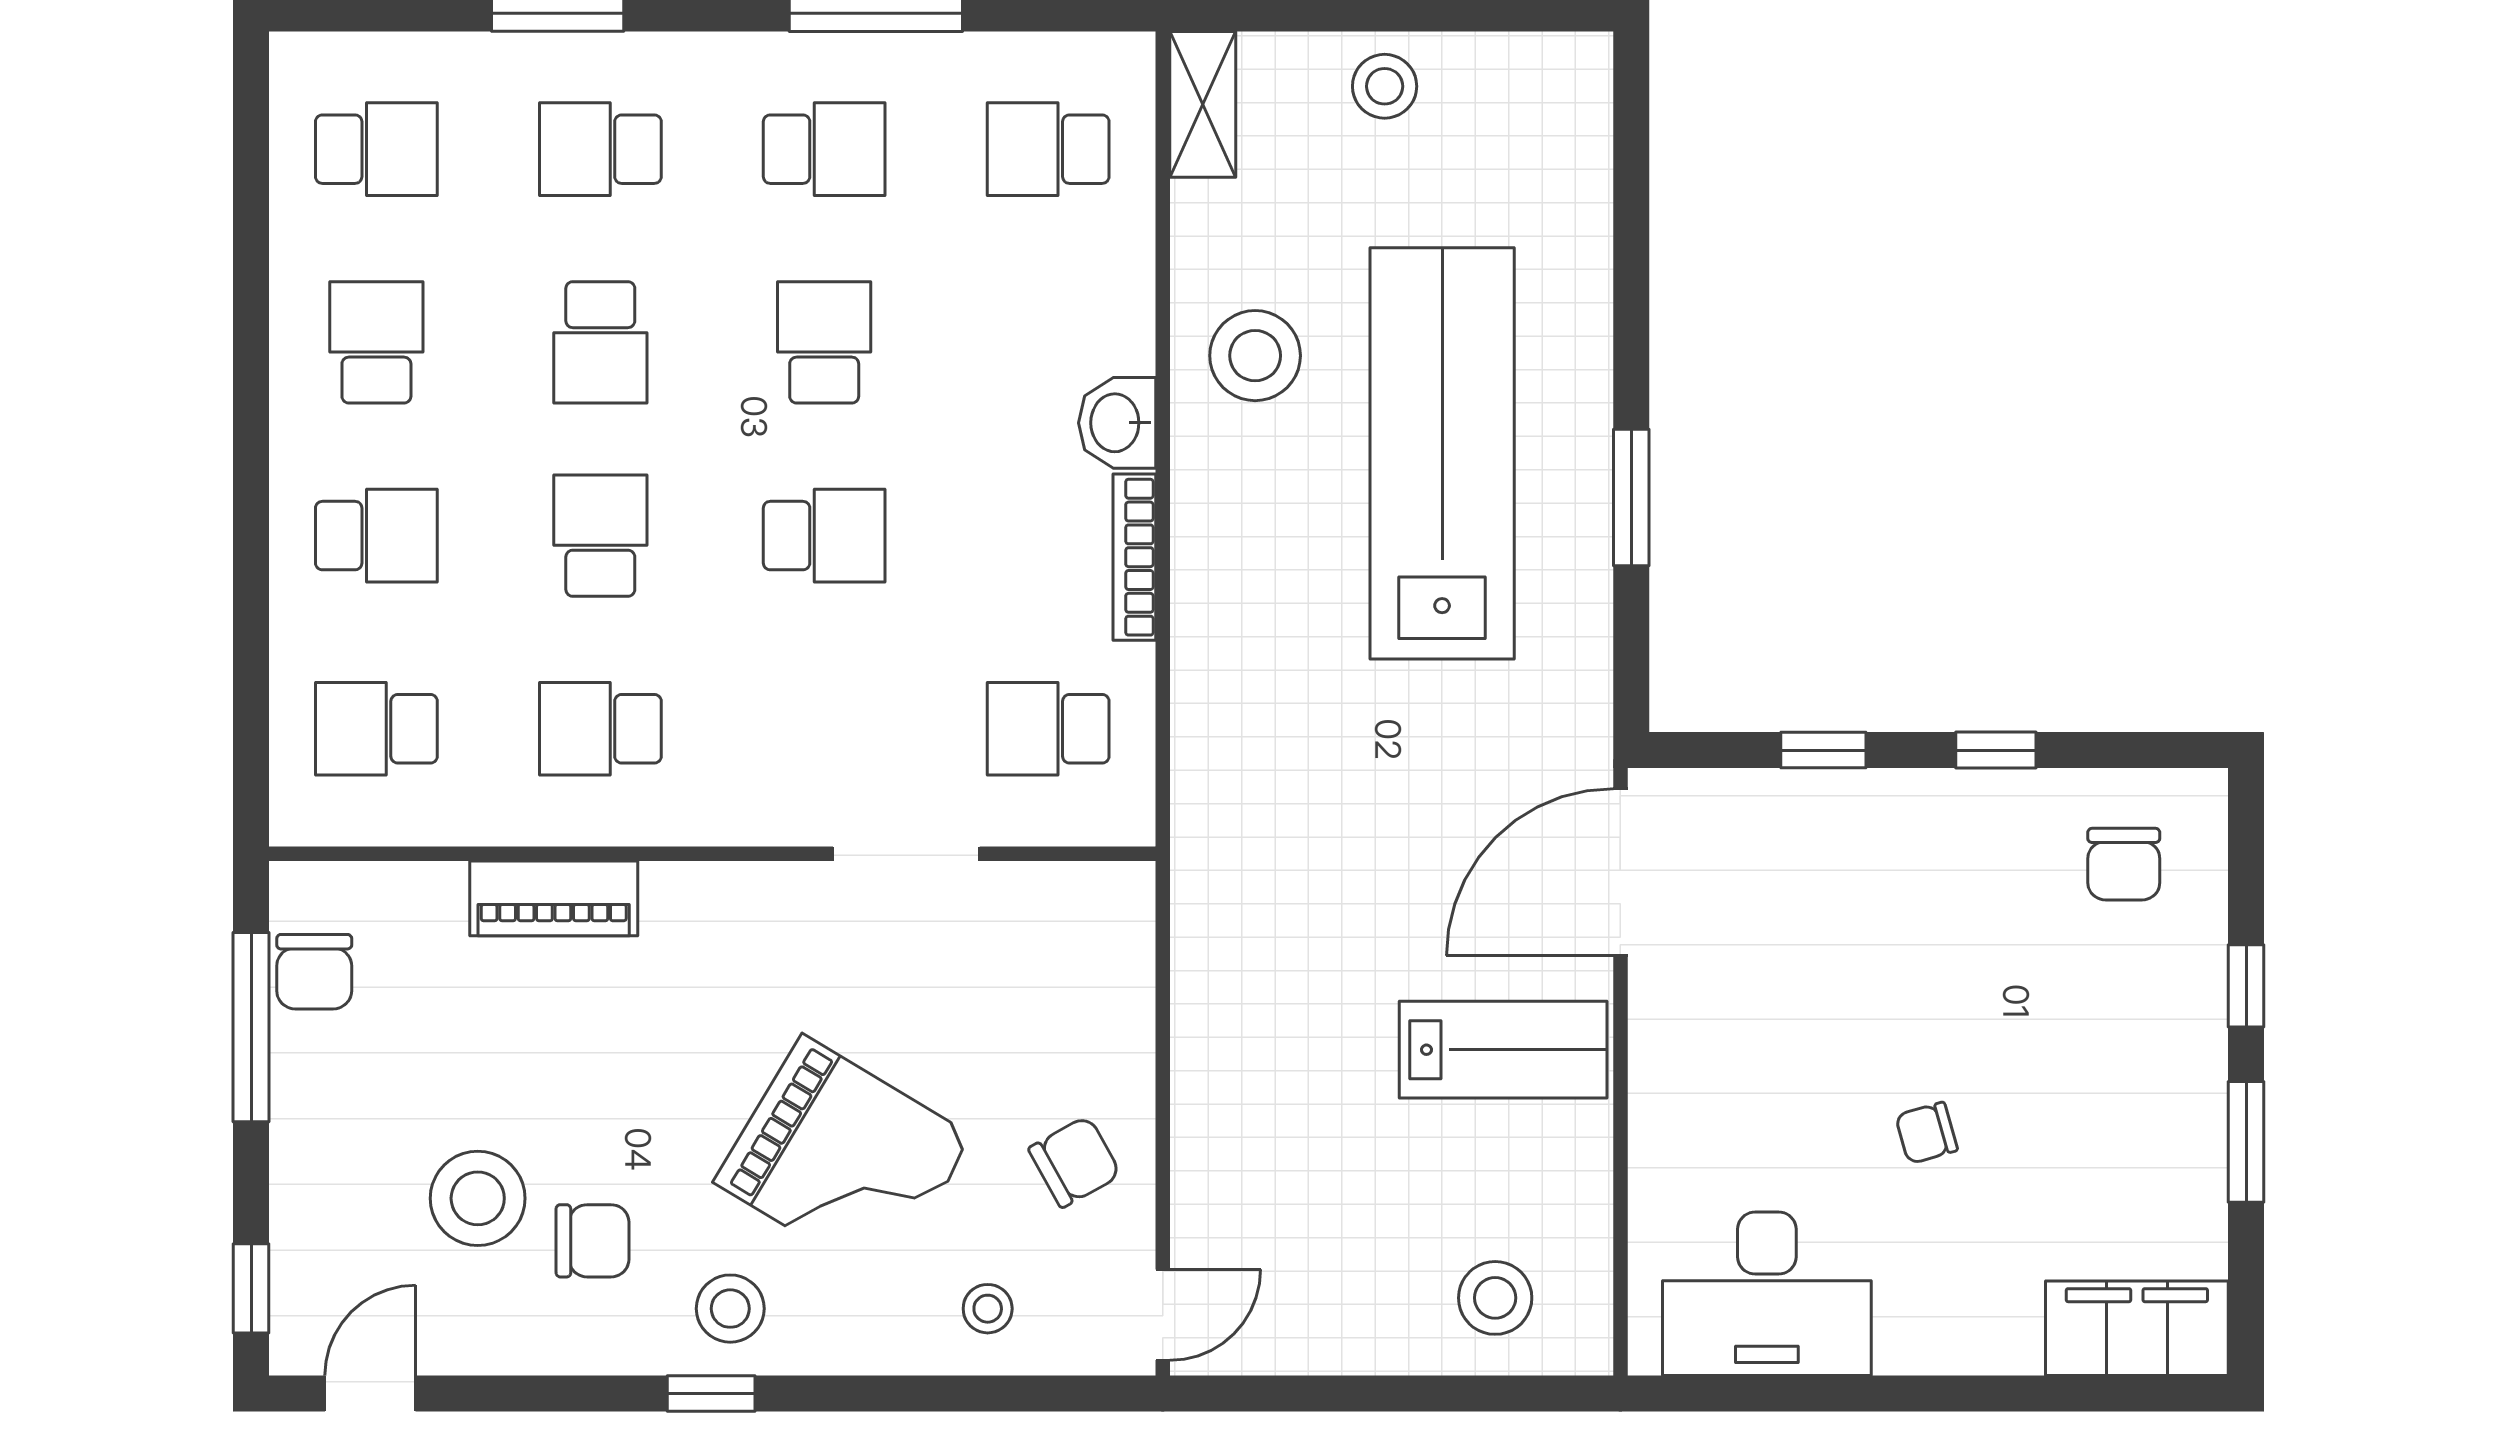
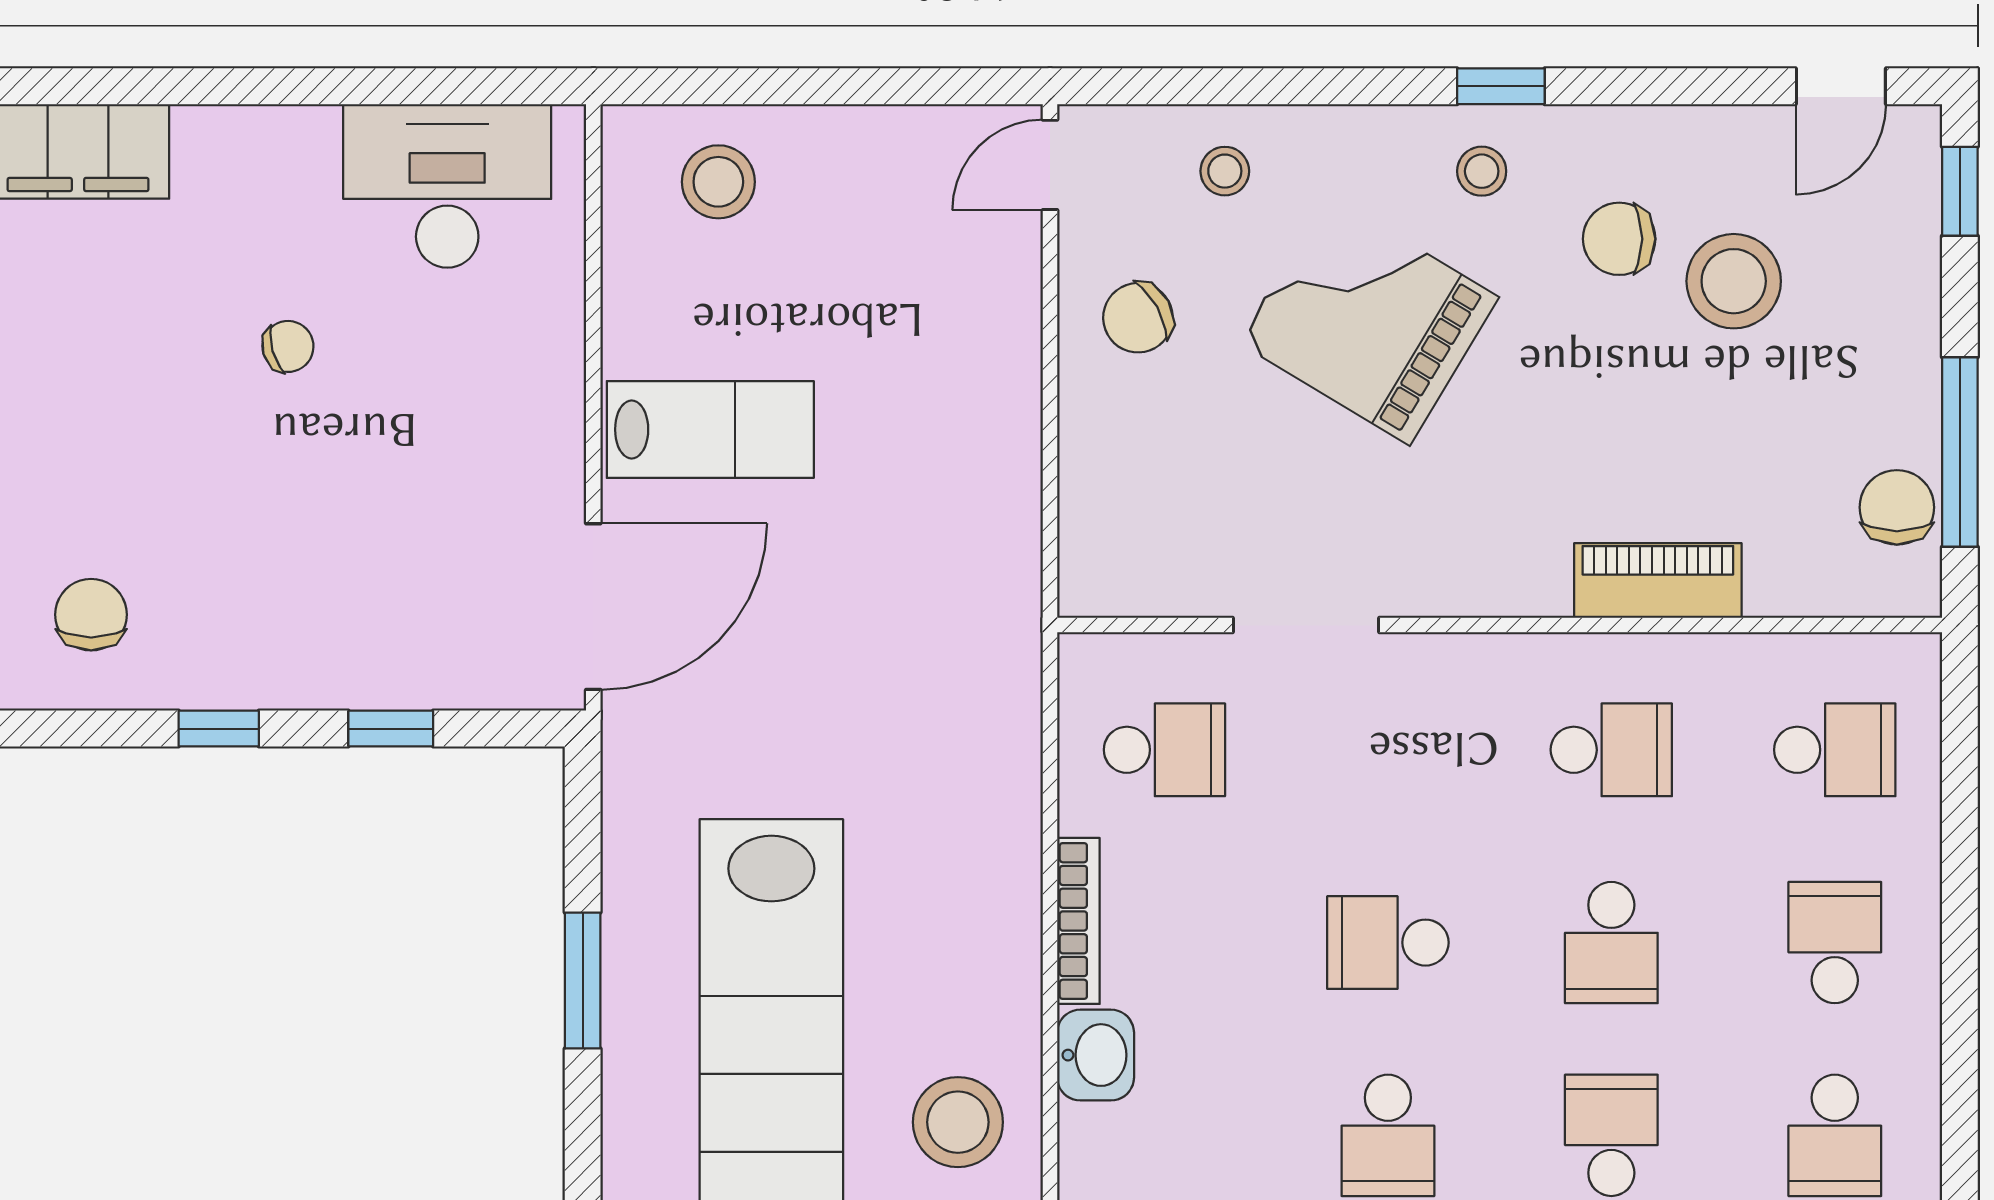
school desk: (376, 536) -> (1835, 943), turned 90
lab bench: (1503, 1050) -> (710, 429), turned 180
stool: (730, 1309) -> (1482, 171), width x0.73, depth x0.73

